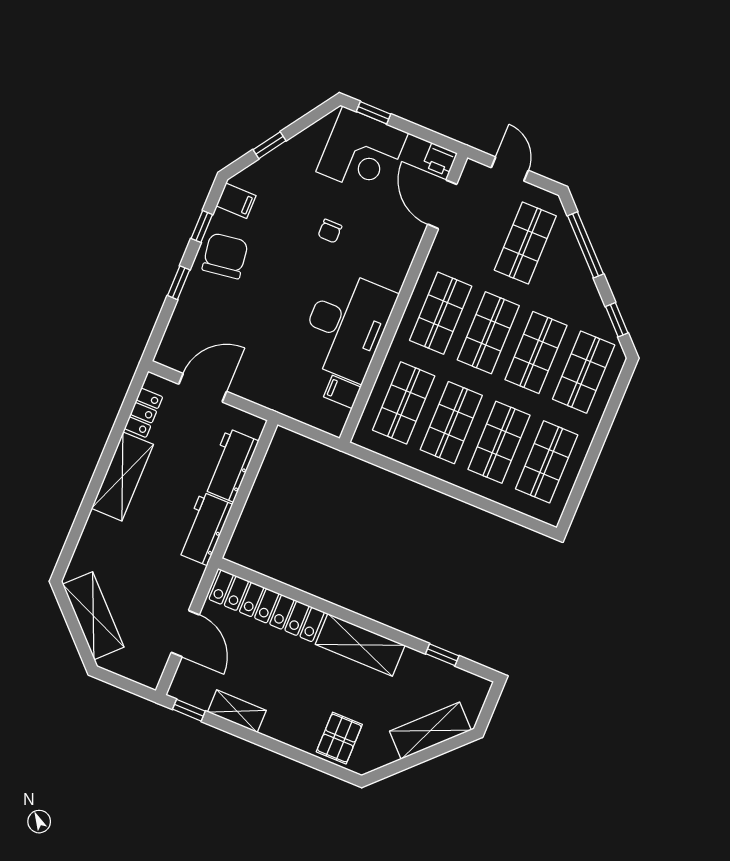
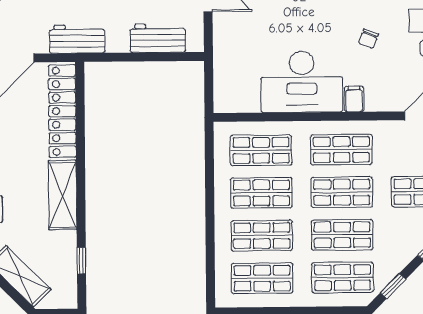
chair: (330, 231) -> (368, 39), turned -68
filing cabinet: (342, 392) -> (354, 99), moved
workbench: (204, 529) -> (77, 39), moved

